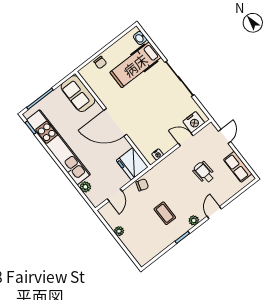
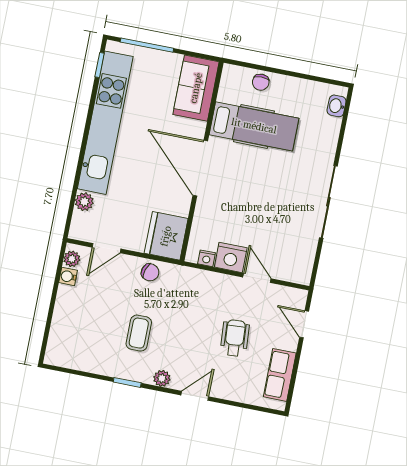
hospital bed: (135, 65) -> (254, 126), moved, turned 180
nightstand: (194, 122) -> (231, 257), moved
door: (224, 136) -> (304, 324), swing flipped
water cooler: (112, 223) -> (68, 276), added
plant: (119, 231) -> (72, 259), moved

